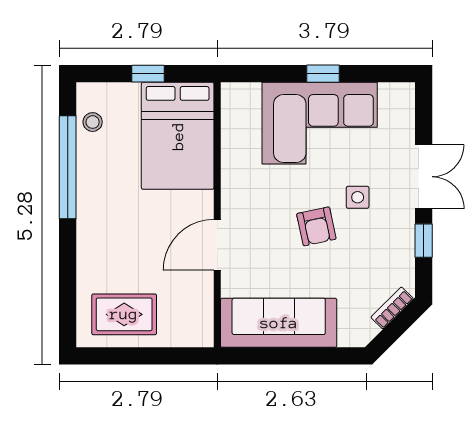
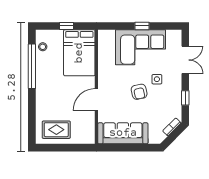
double door: (424, 177) -> (185, 60), moved

